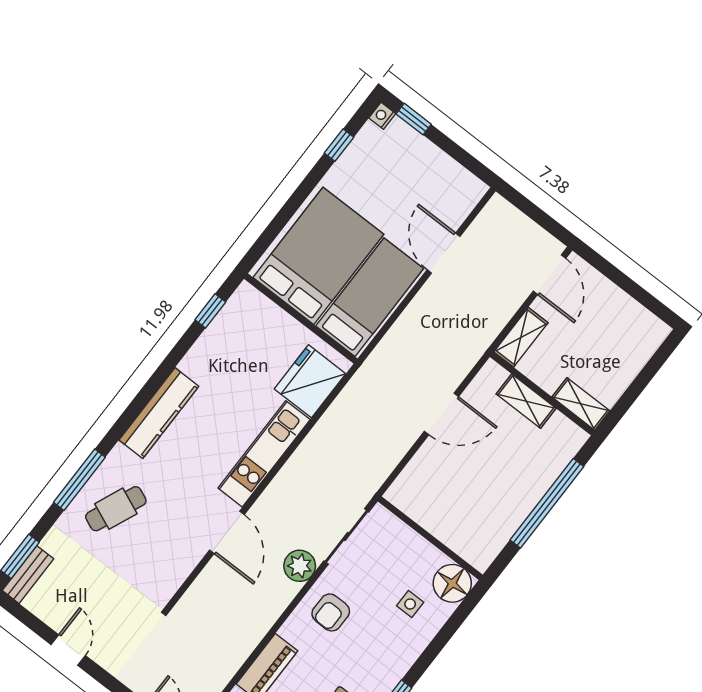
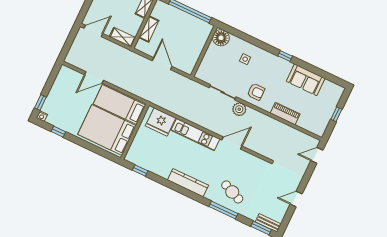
wall: (430, 538) -> (204, 51), moved
floor lamp: (452, 583) -> (221, 38), moved

